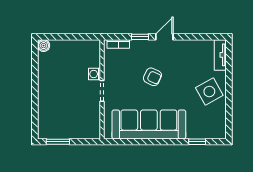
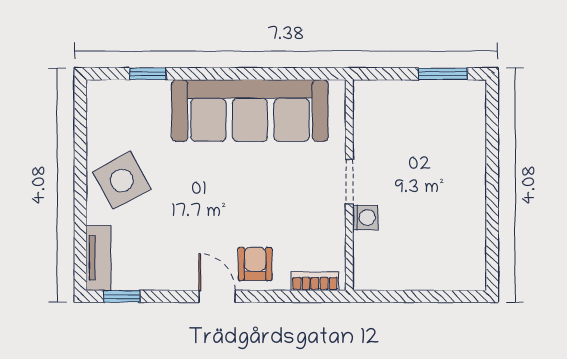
window: (140, 37) -> (122, 296), moved
door: (164, 37) -> (217, 296), swing flipped
boiler: (44, 46) -> (474, 278), removed
armchair: (152, 77) -> (255, 264), moved, turned 65

